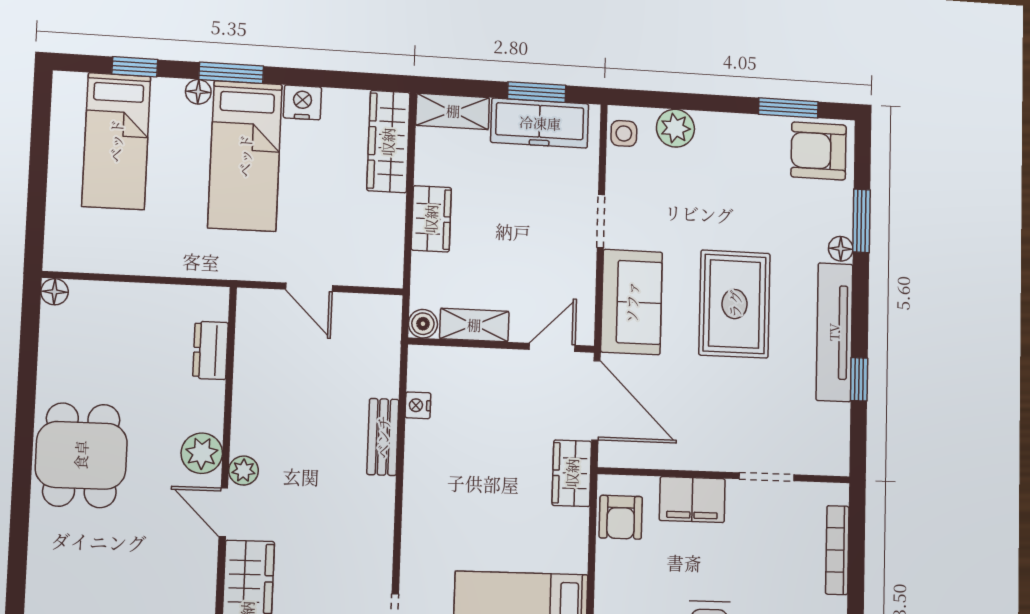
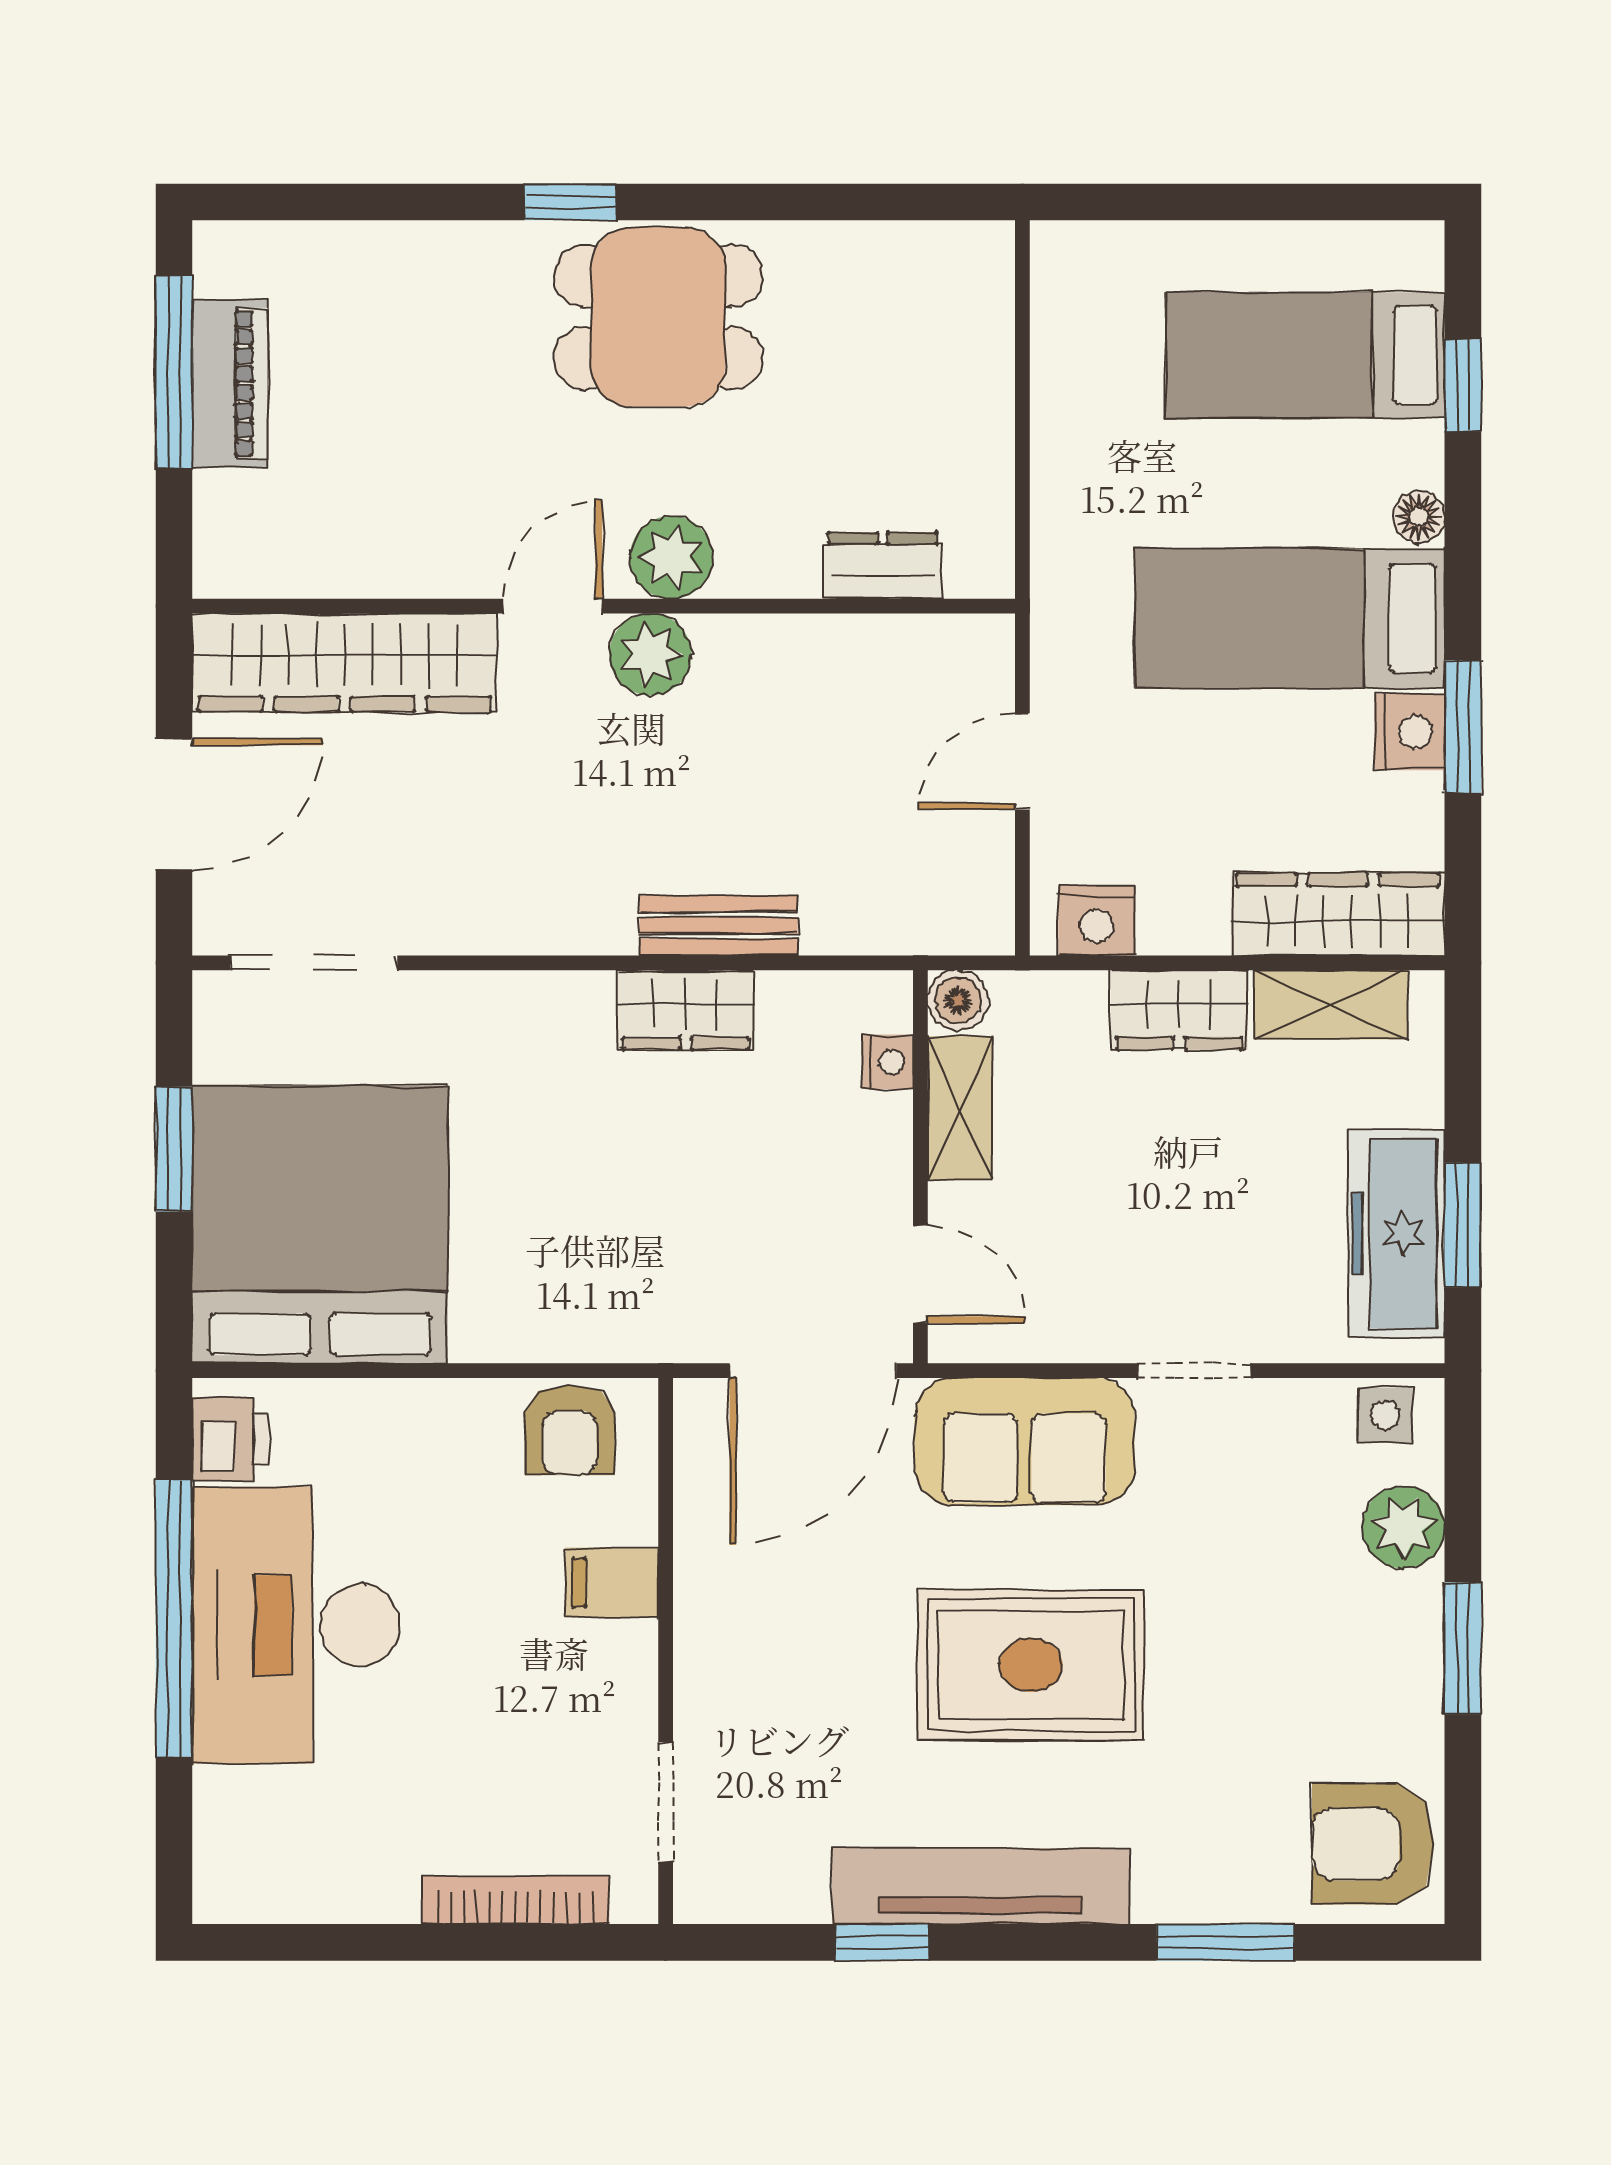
window: (231, 73) -> (1463, 727), moved
window: (788, 108) -> (1463, 1648), moved
shelving: (453, 111) -> (1331, 1005), moved, turned 90
armchair: (819, 151) -> (1373, 1844), turned -90
floor lamp: (841, 249) -> (1162, 1897), removed
nightstand: (387, 256) -> (1097, 920), added
floor lamp: (55, 292) -> (988, 247), removed
nightstand: (418, 405) -> (887, 1062), moved, turned 90
plant: (244, 471) -> (650, 654), width x1.38, depth x1.38
wardrobe: (572, 473) -> (686, 1010), moved, turned 180
doorway: (767, 477) -> (666, 1802), moved
window: (21, 497) -> (571, 202), added
filing cabinet: (692, 500) -> (612, 1583), width x0.50
armchair: (621, 517) -> (570, 1430), turned -90

